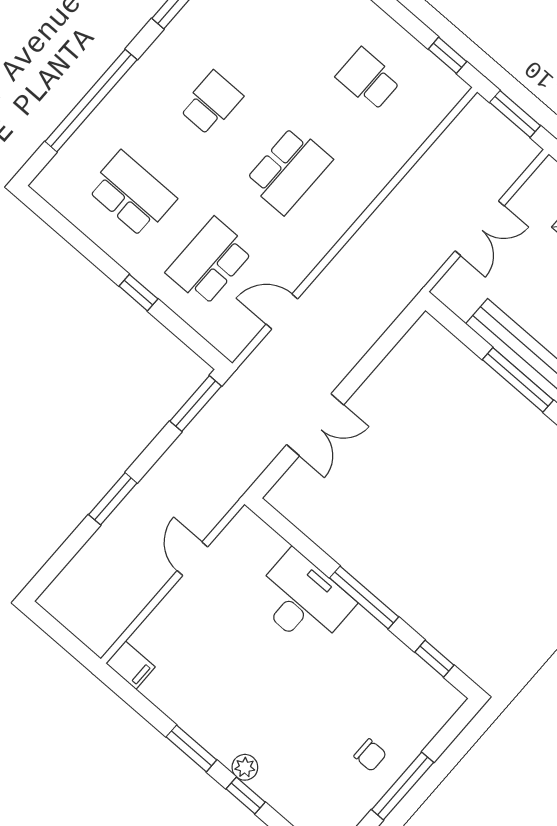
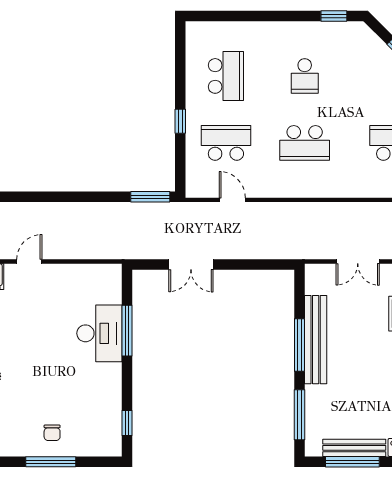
window: (91, 101) -> (254, 16), removed
school desk: (211, 103) -> (305, 76), turned 90
window: (113, 499) -> (68, 197), removed
door: (192, 559) -> (29, 261), moved
window: (364, 597) -> (127, 331), moved

